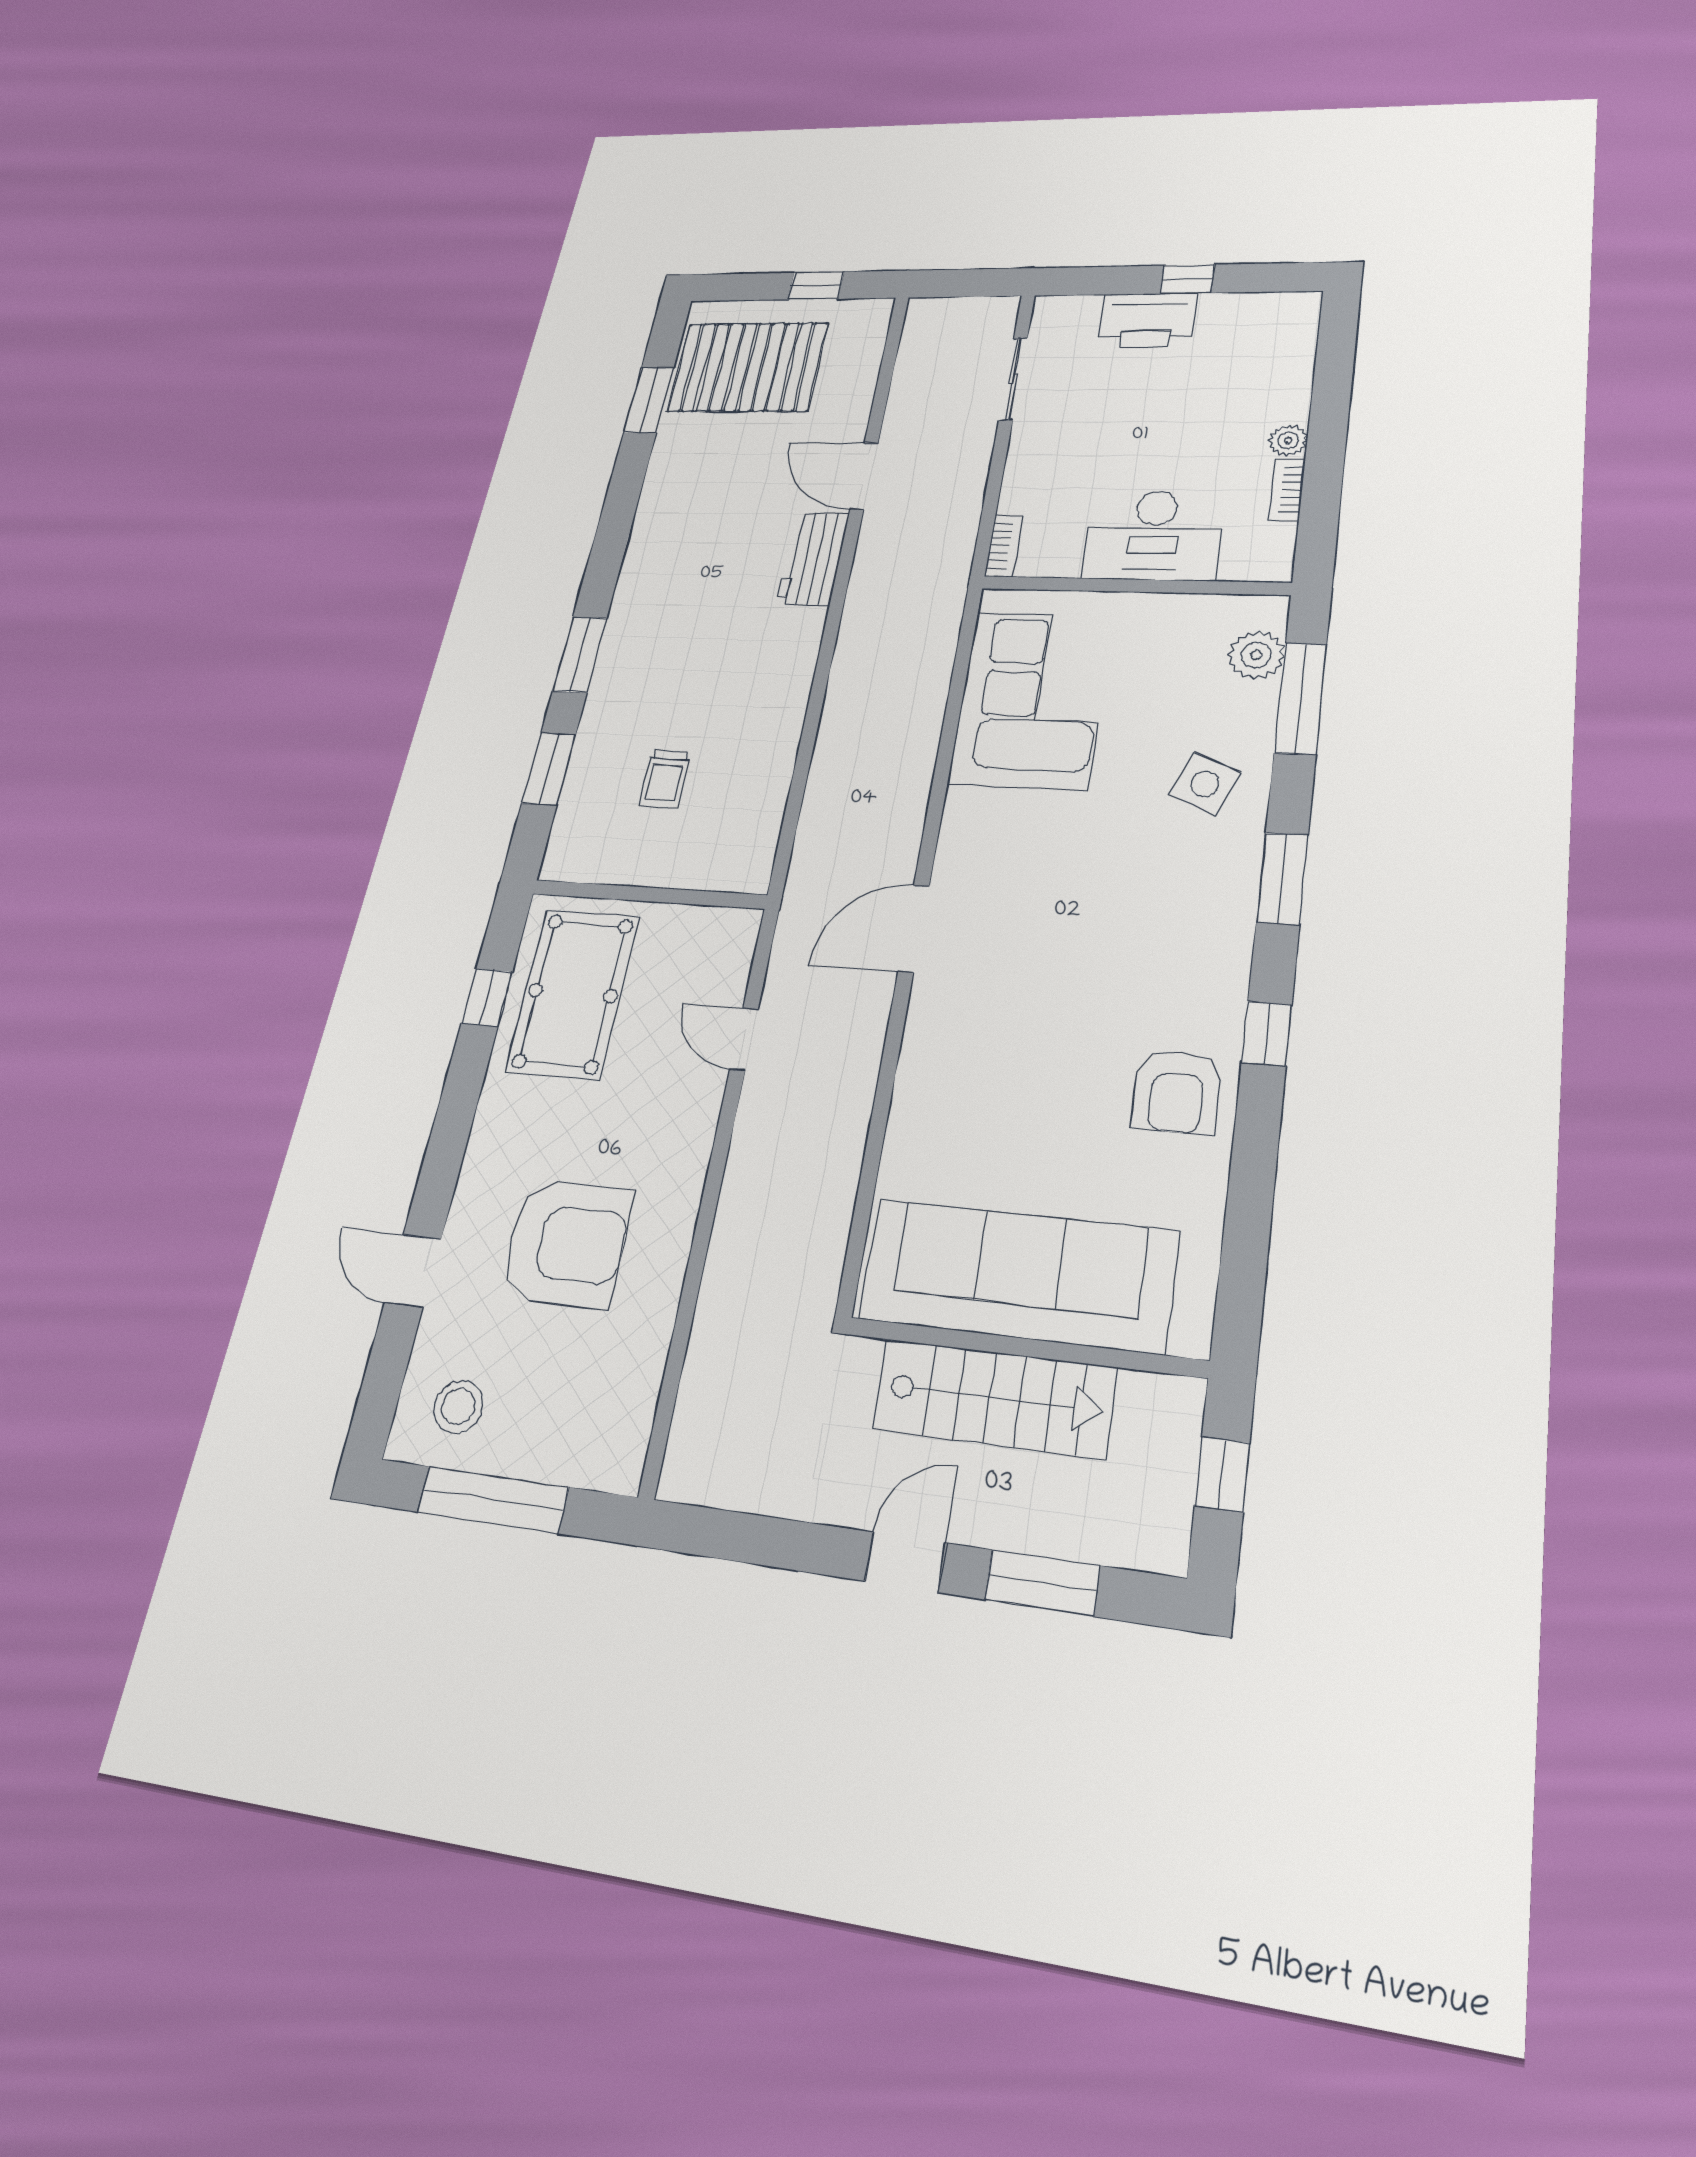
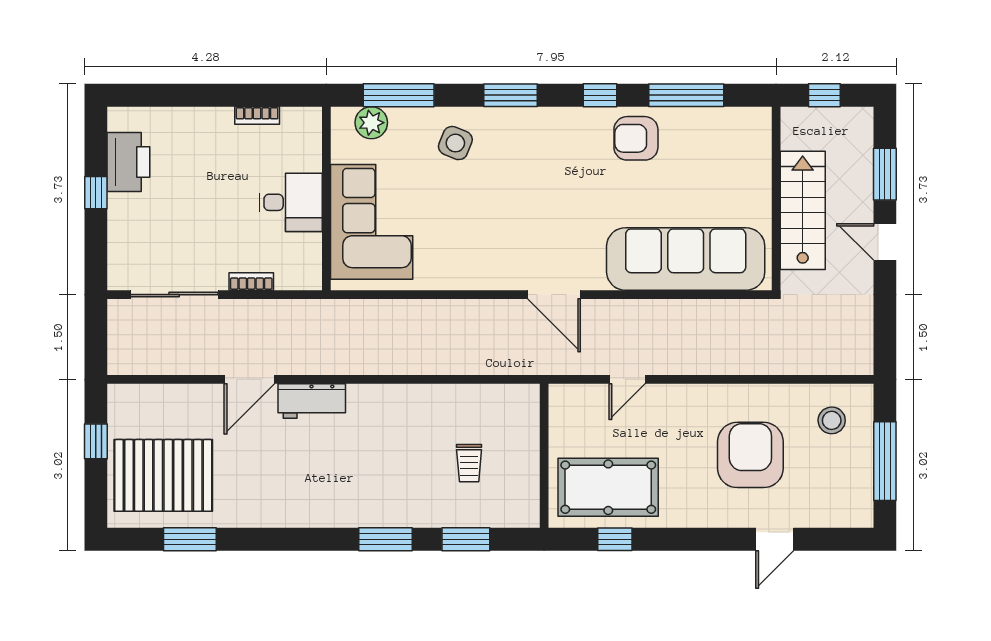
printer: (1147, 320) -> (128, 162), moved
pallet: (748, 367) -> (163, 475), turned 90
sliding door: (1013, 379) -> (174, 295), width x1.37
plant: (1288, 440) -> (221, 118), removed
desk: (1153, 535) -> (291, 202), width x0.73
bookcase: (1004, 546) -> (251, 281), moved
corner sofa: (1031, 699) -> (372, 222), moved, turned 90
trolley: (665, 779) -> (469, 463), turned 90
armchair: (1177, 1092) -> (636, 138), turned 180
window: (1251, 1193) -> (686, 95), added
sofa: (1018, 1275) -> (686, 259), moved, turned 90
stool: (458, 1407) -> (832, 420), moved

